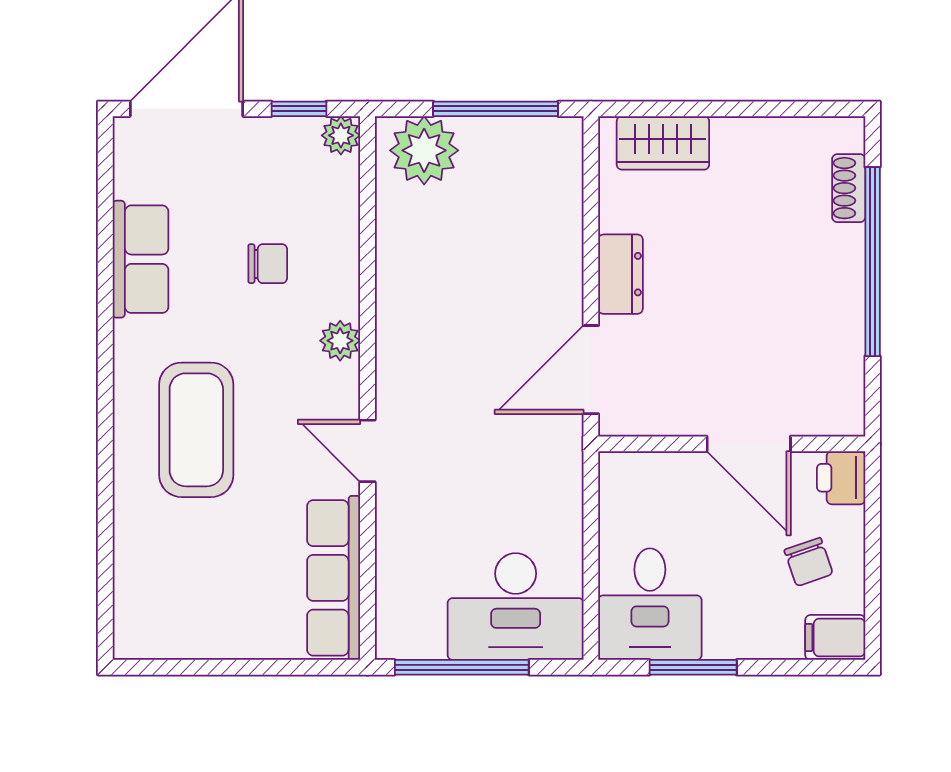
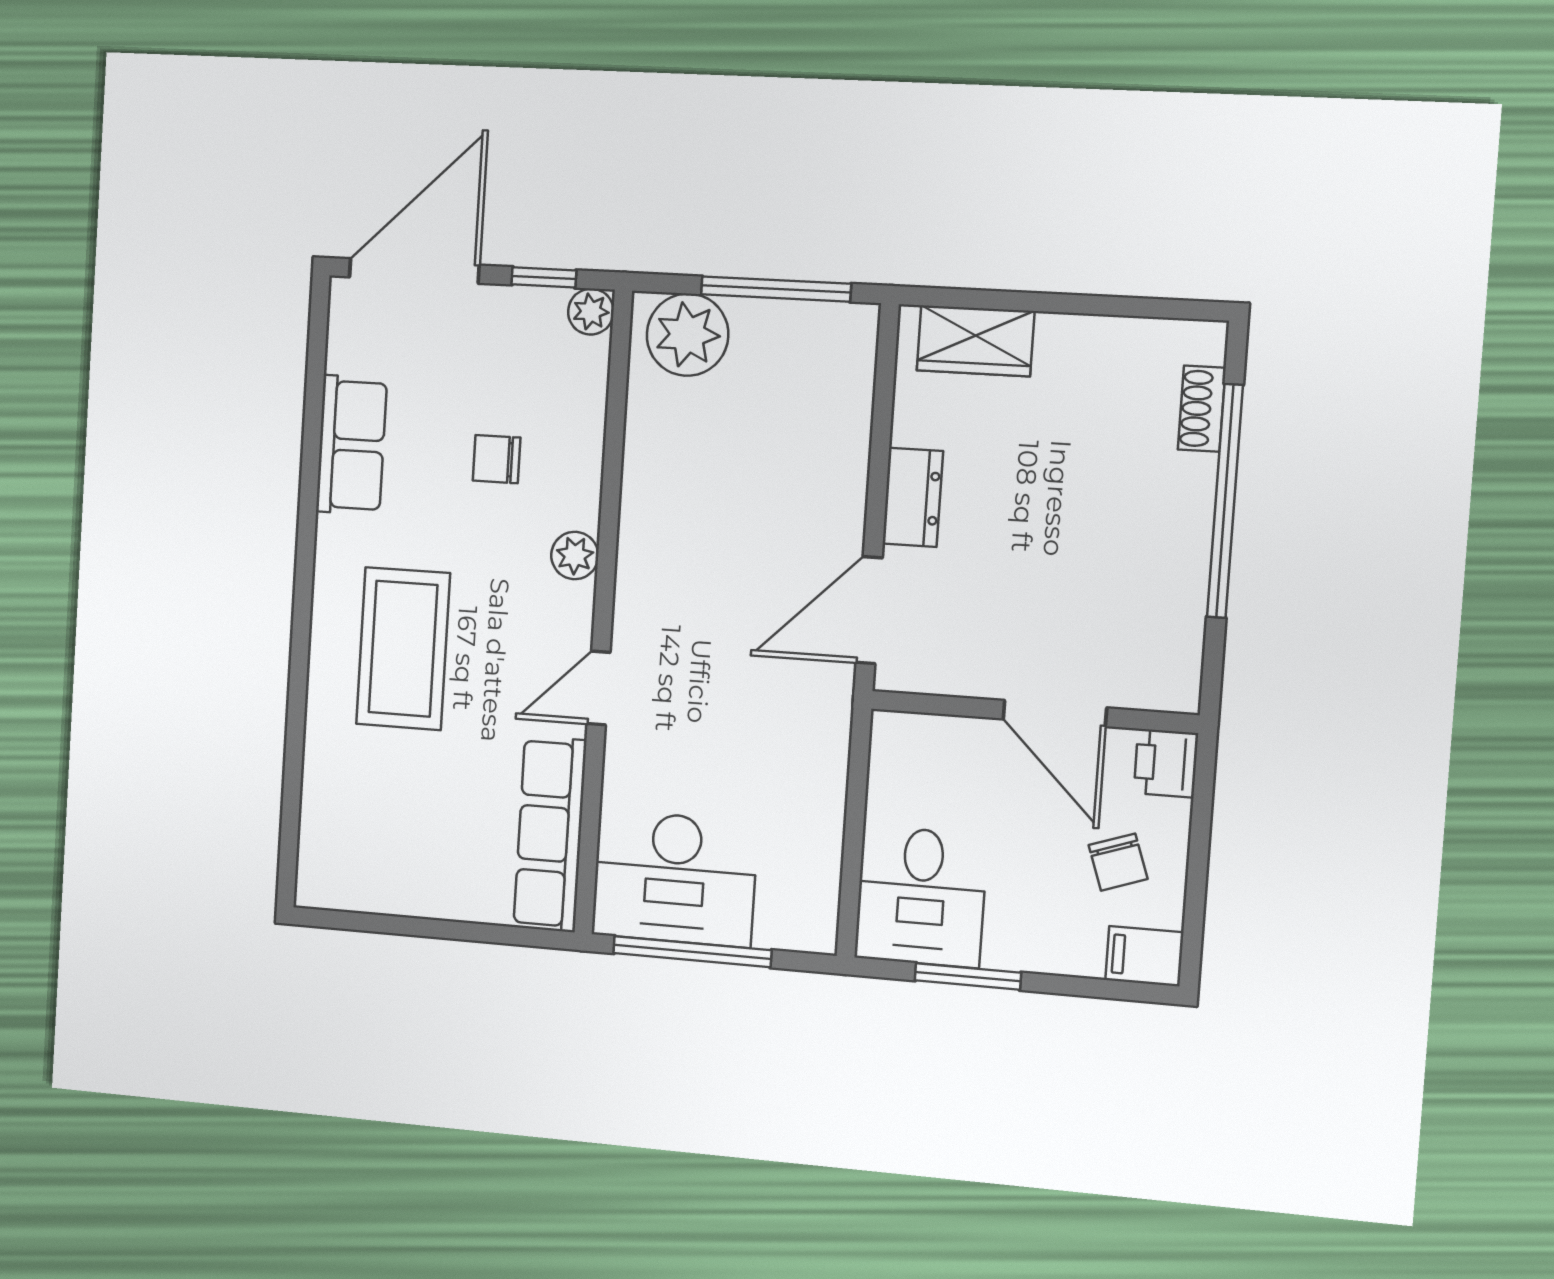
chair: (268, 264) -> (497, 459), turned 180
door: (367, 451) -> (598, 688), hinge flipped
desk: (516, 607) -> (675, 878), moved

